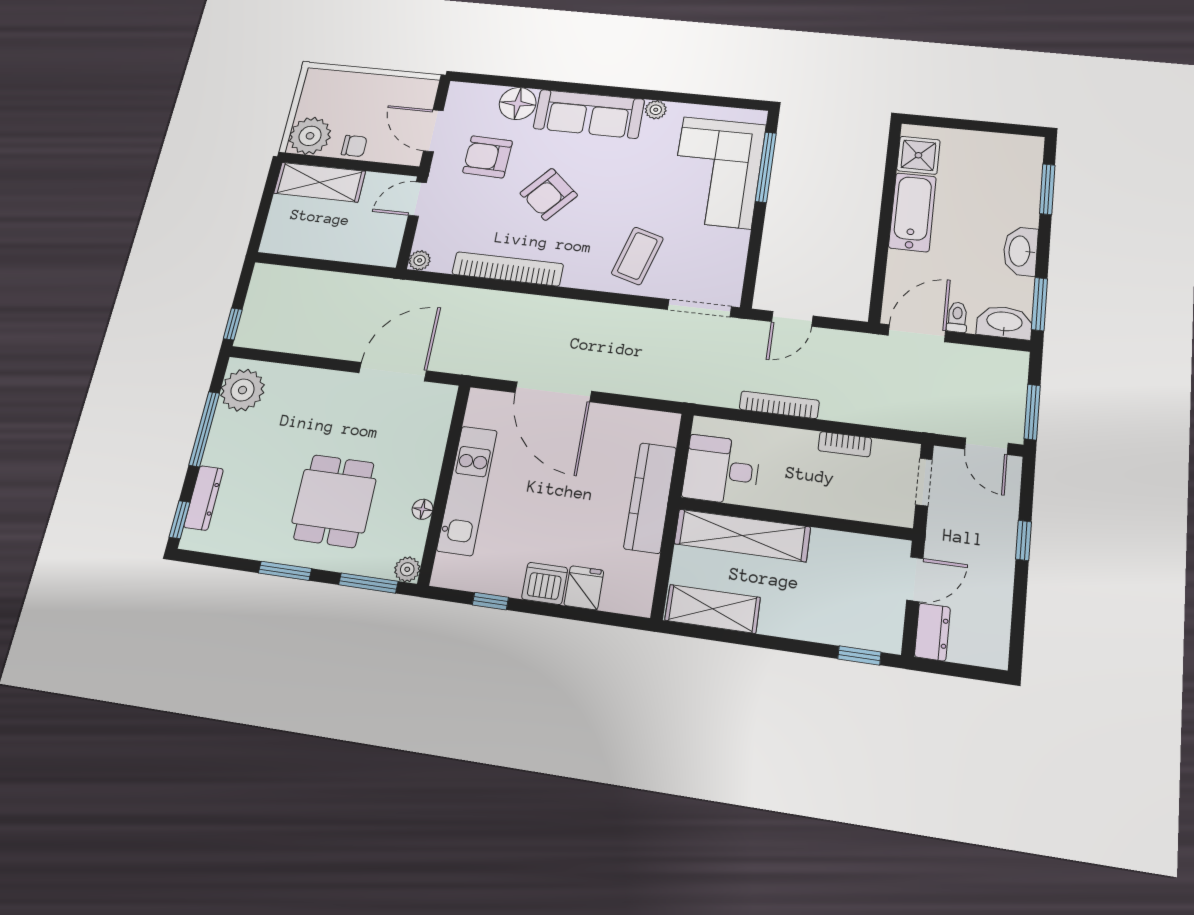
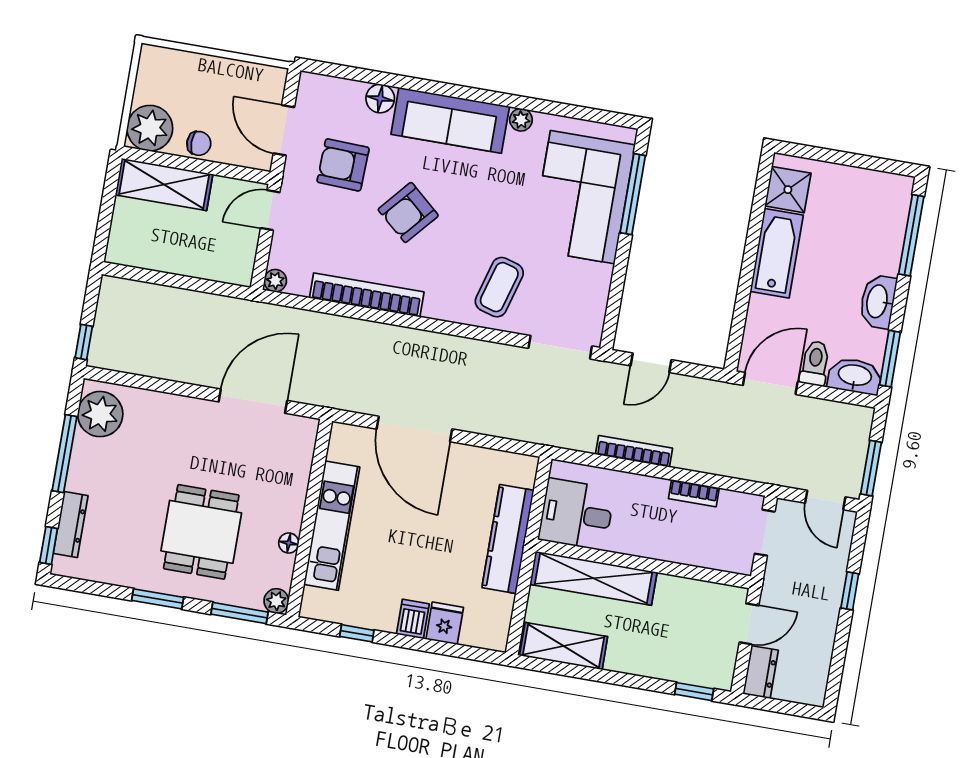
floor lamp: (518, 103) -> (380, 99), width x0.73, depth x0.73
window: (1047, 189) -> (911, 235), width x1.44
toilet: (957, 317) -> (815, 363), width x1.37, depth x1.39
dishwasher: (545, 583) -> (413, 619), width x0.73

